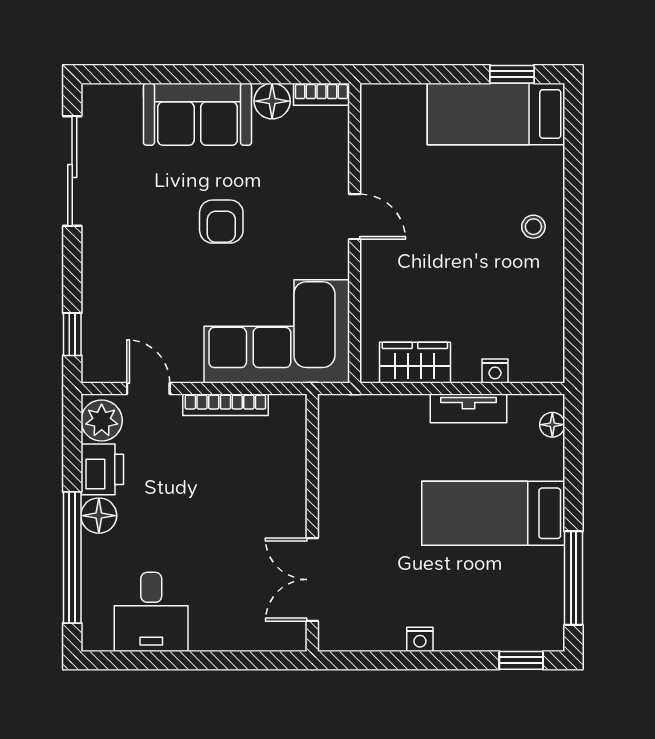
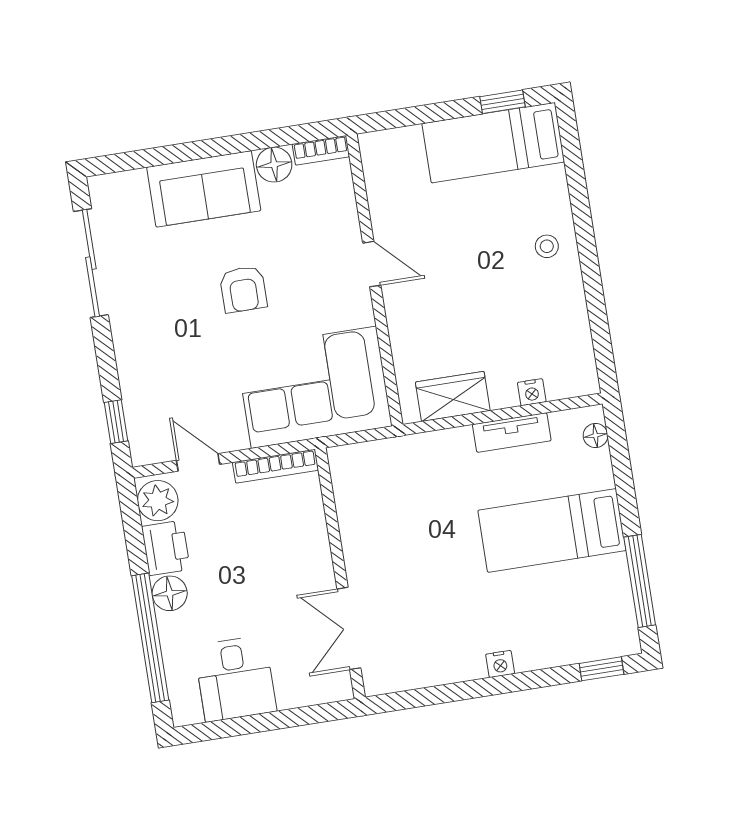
wall: (312, 523) -> (340, 573), moved
double door: (312, 580) -> (349, 628), moved

